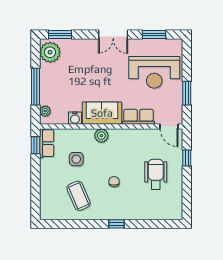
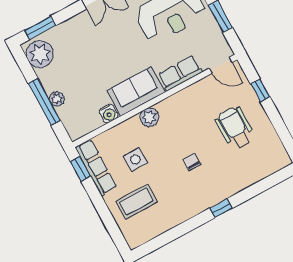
plant: (45, 111) -> (57, 99), moved
row of seats: (47, 143) -> (96, 167), width x1.48
coffee table: (79, 196) -> (137, 202), moved, turned -67

